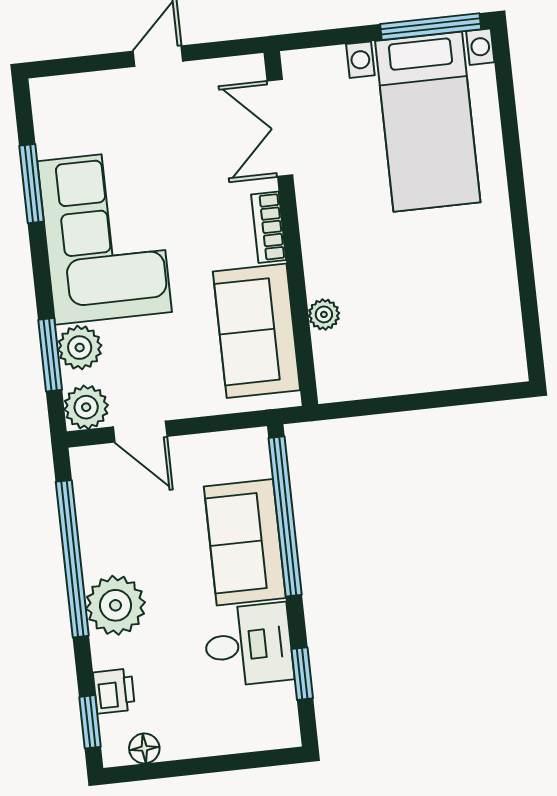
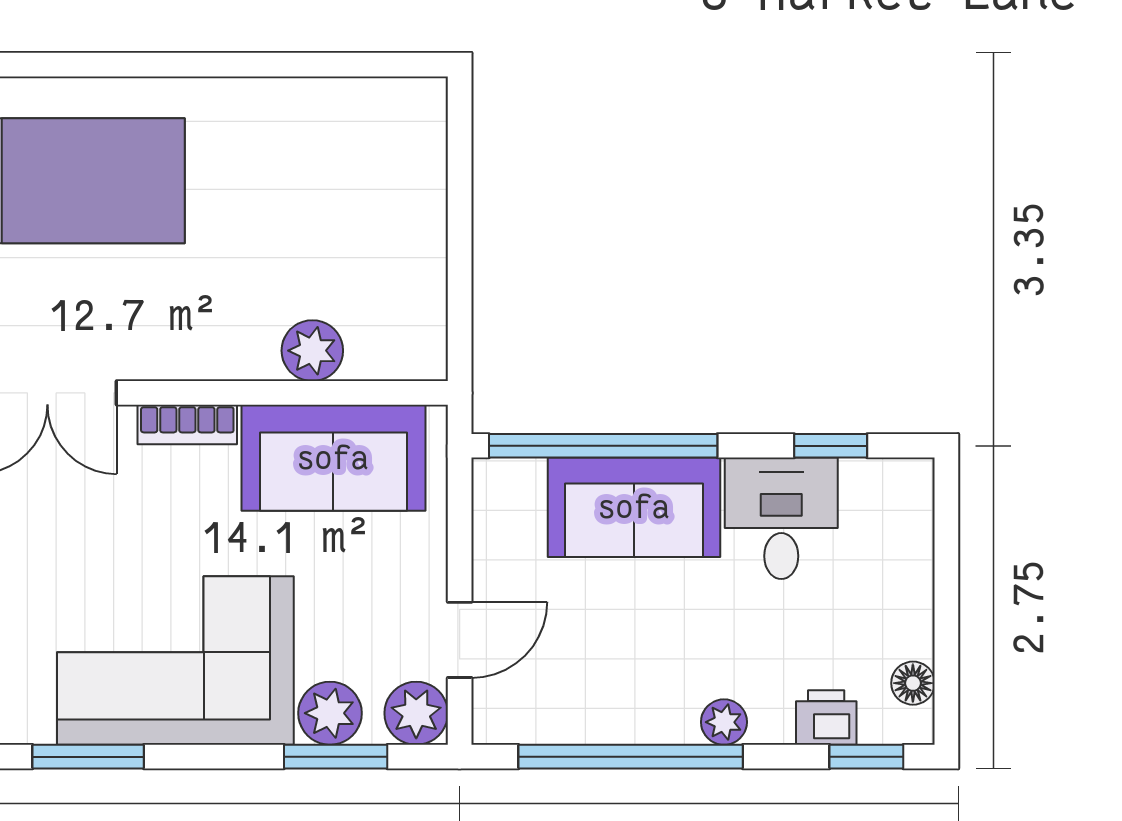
plant: (324, 314) -> (312, 351), width x1.38, depth x1.38
plant: (115, 605) -> (724, 722), width x0.53, depth x0.53

